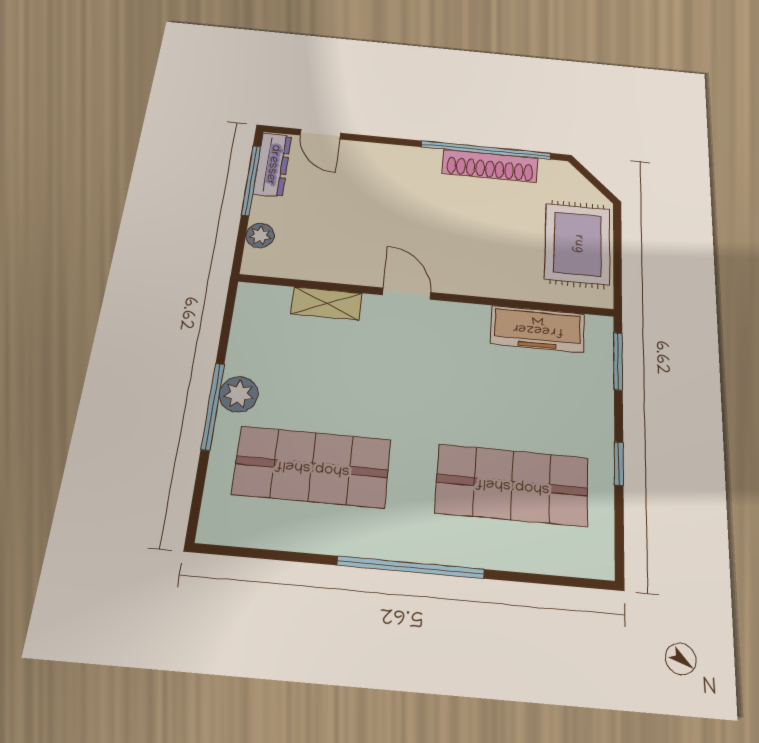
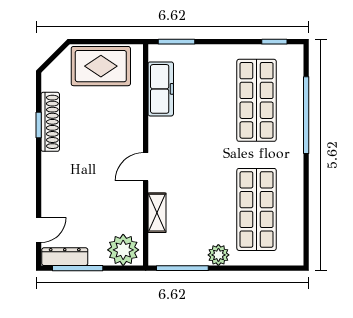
window: (486, 150) -> (39, 125), width x0.32
plant: (260, 235) -> (123, 250), width x1.87, depth x1.87
window: (213, 406) -> (182, 268), moved
window: (619, 464) -> (274, 42), moved
window: (411, 567) -> (306, 115), moved

